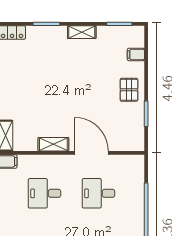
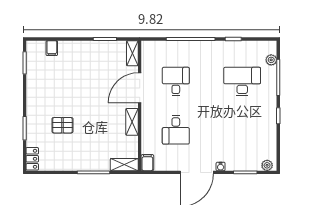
shelving: (82, 32) -> (132, 53), moved
pallet: (129, 90) -> (62, 125), moved
desk: (98, 193) -> (176, 82), turned 180

